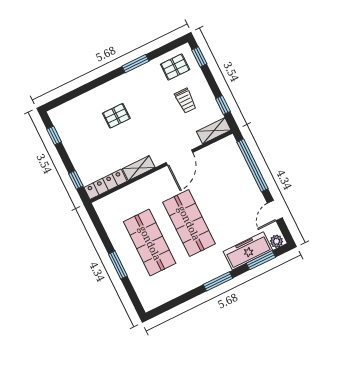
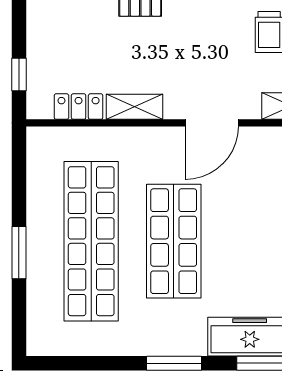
locker: (105, 184) -> (79, 107), width x0.66
shop shelf: (150, 243) -> (91, 241), width x1.40

